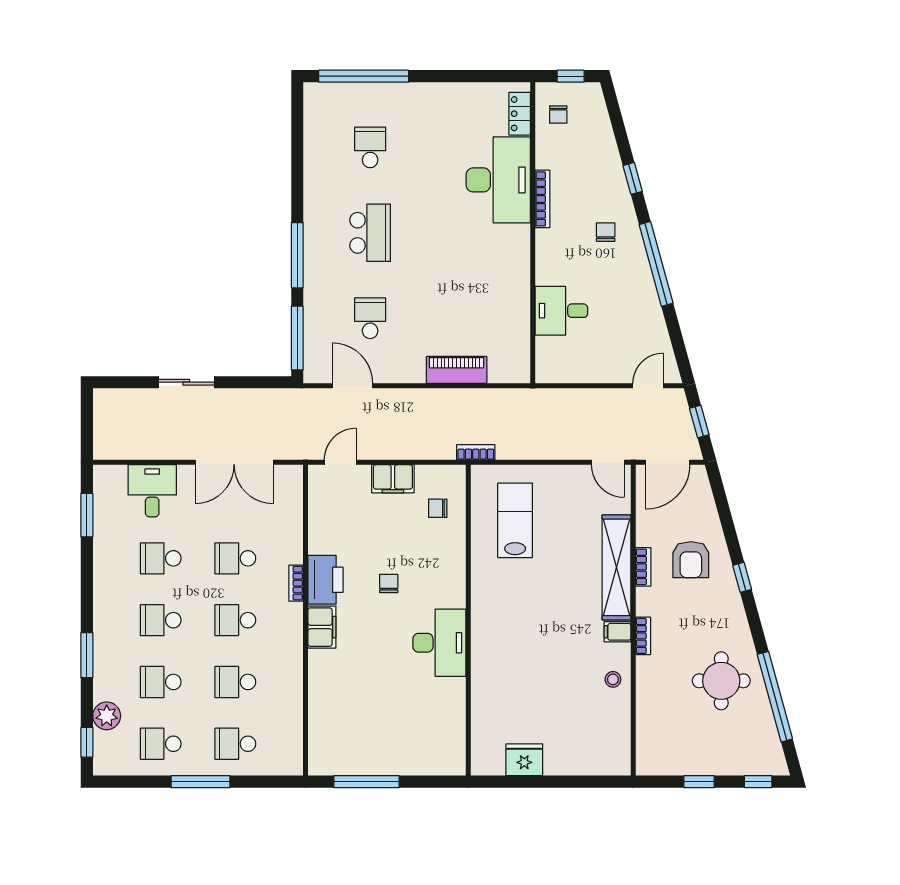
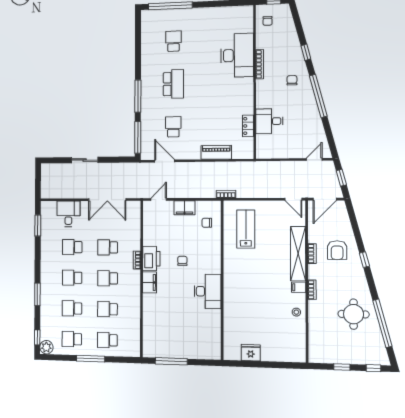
locker: (520, 114) -> (248, 126), moved
plant: (107, 716) -> (46, 347), moved

